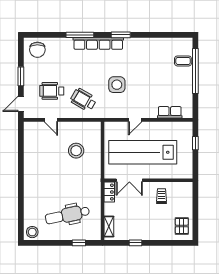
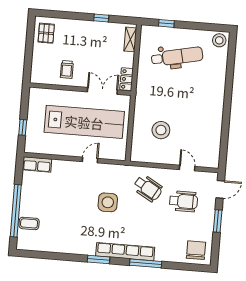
row of seats: (170, 112) -> (37, 164), moved

